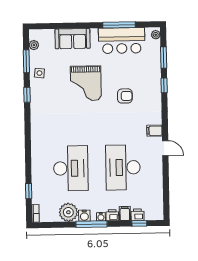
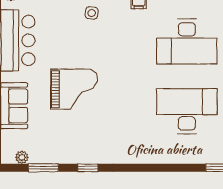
side table: (39, 73) -> (92, 13), moved
armchair: (125, 96) -> (92, 37), removed

